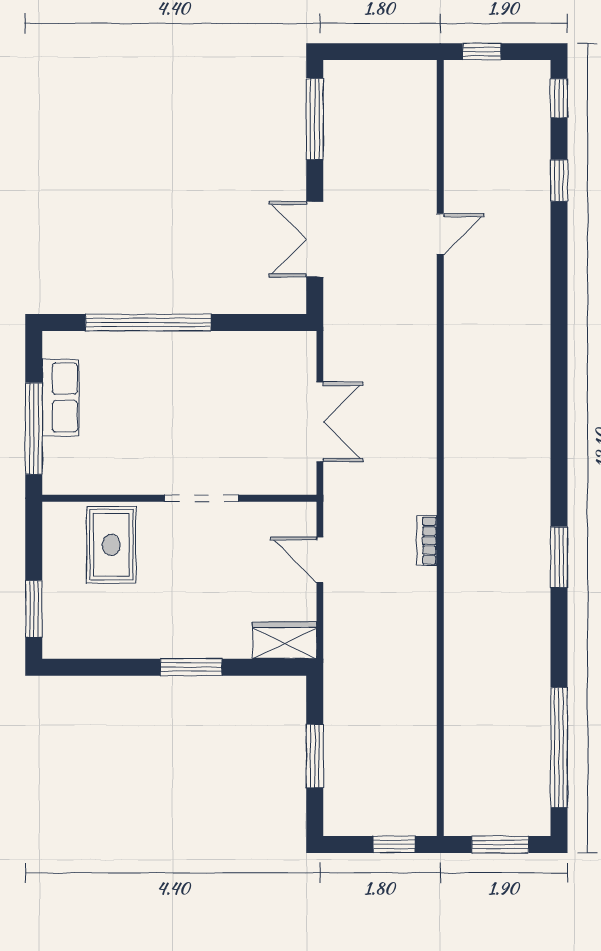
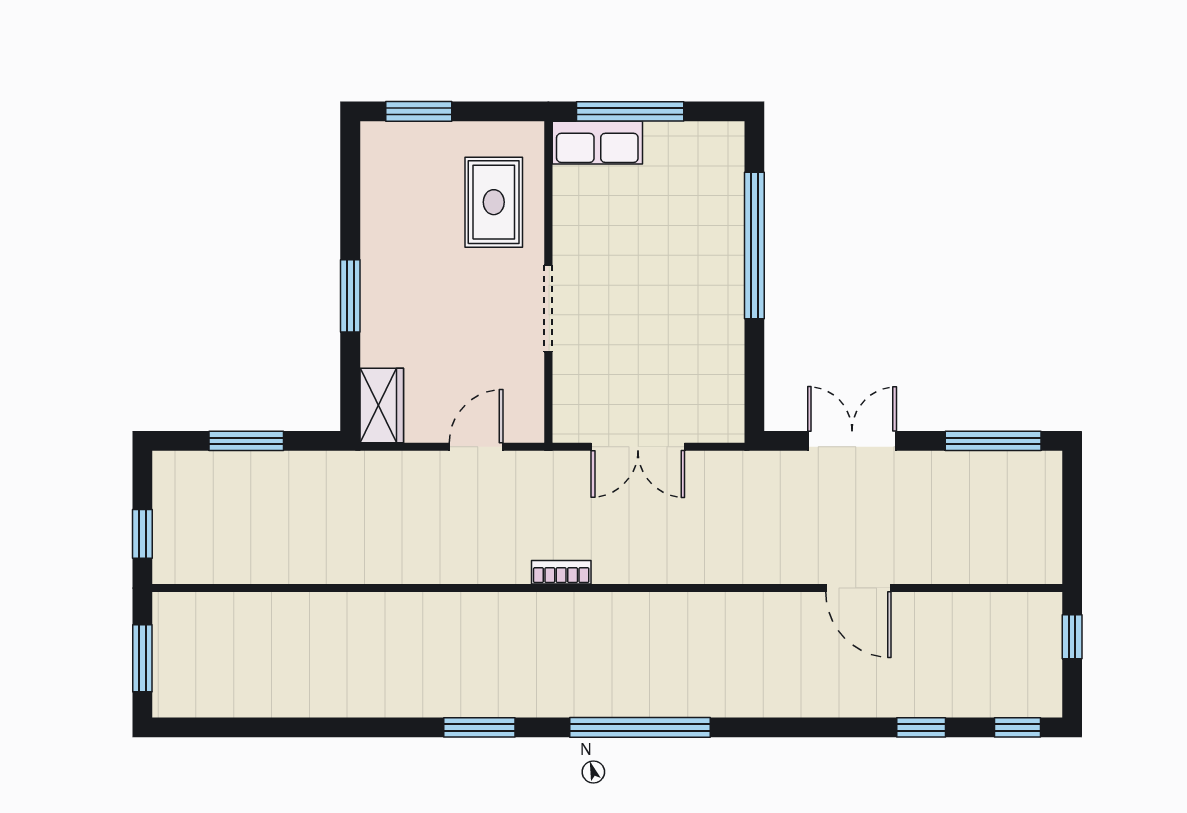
door: (440, 234) -> (858, 588), width x1.38
row of seats: (61, 397) -> (597, 143), moved
bookcase: (427, 541) -> (561, 572), moved
rug: (111, 545) -> (494, 202), turned 90
window: (559, 747) -> (640, 727), moved

